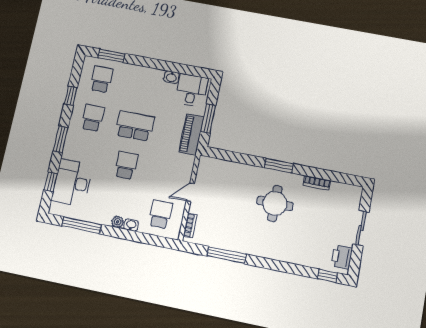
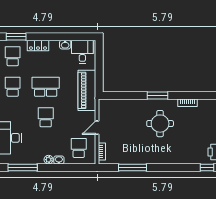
locker: (137, 72) -> (38, 45), added
window: (208, 119) -> (99, 71), removed
piano: (191, 134) -> (87, 90), width x1.37, depth x1.33

